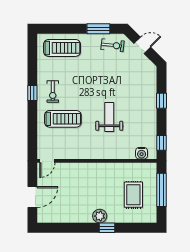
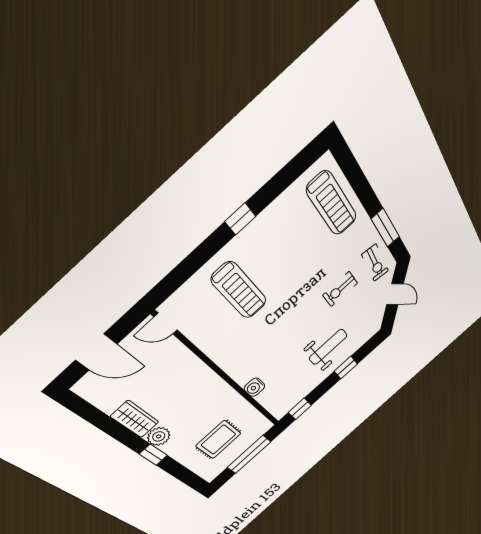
exercise bike: (53, 92) -> (340, 289), moved
weight bench: (109, 117) -> (328, 347), moved
water cooler: (142, 153) -> (255, 387), moved
wardrobe: (79, 216) -> (135, 419), added

